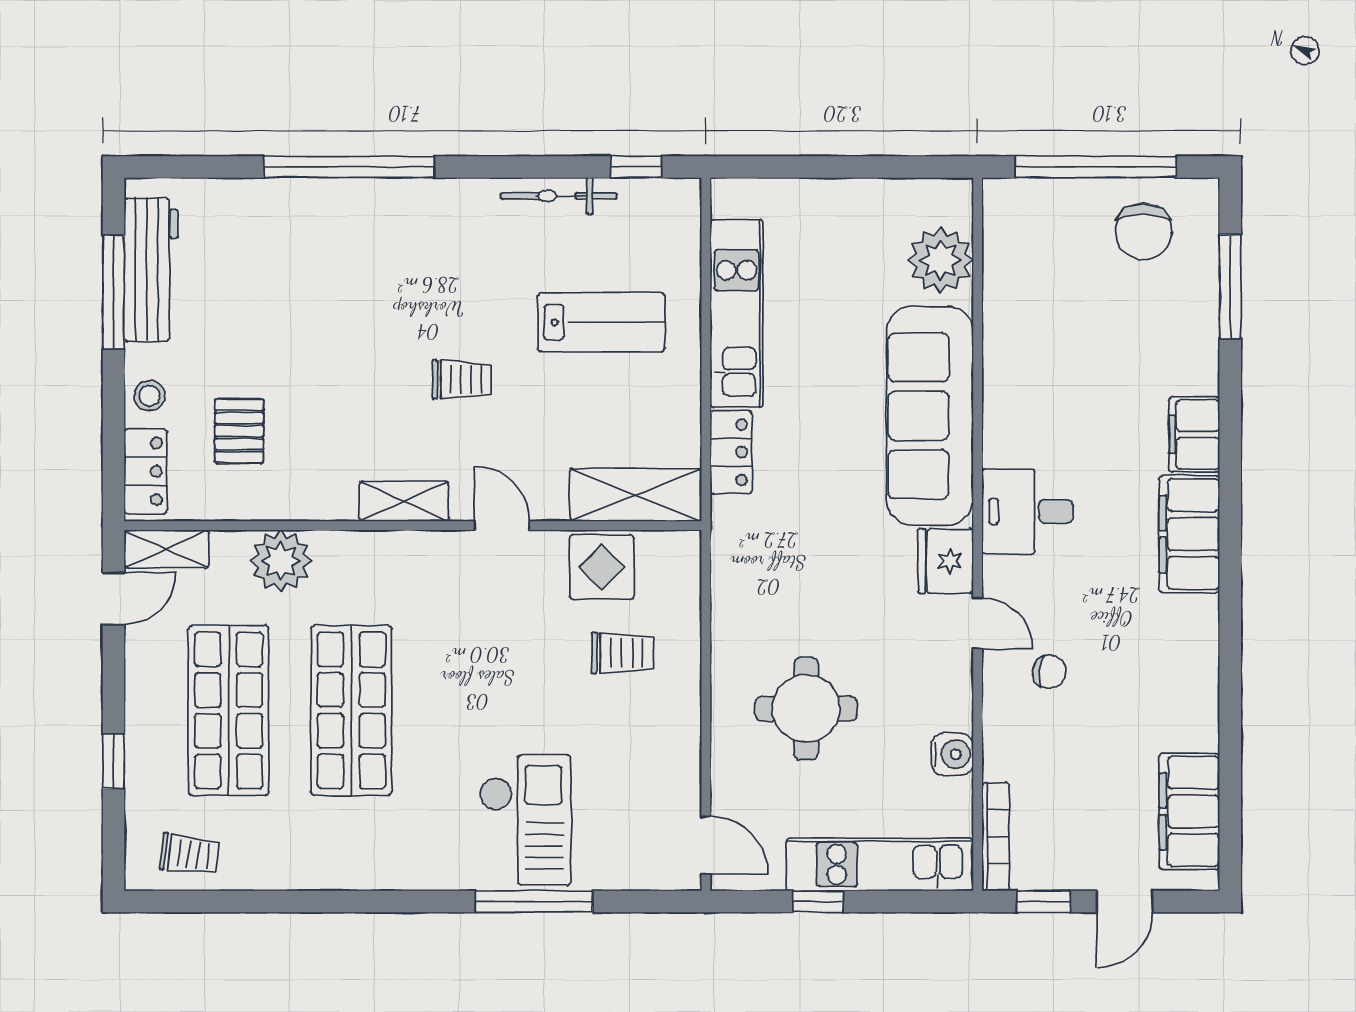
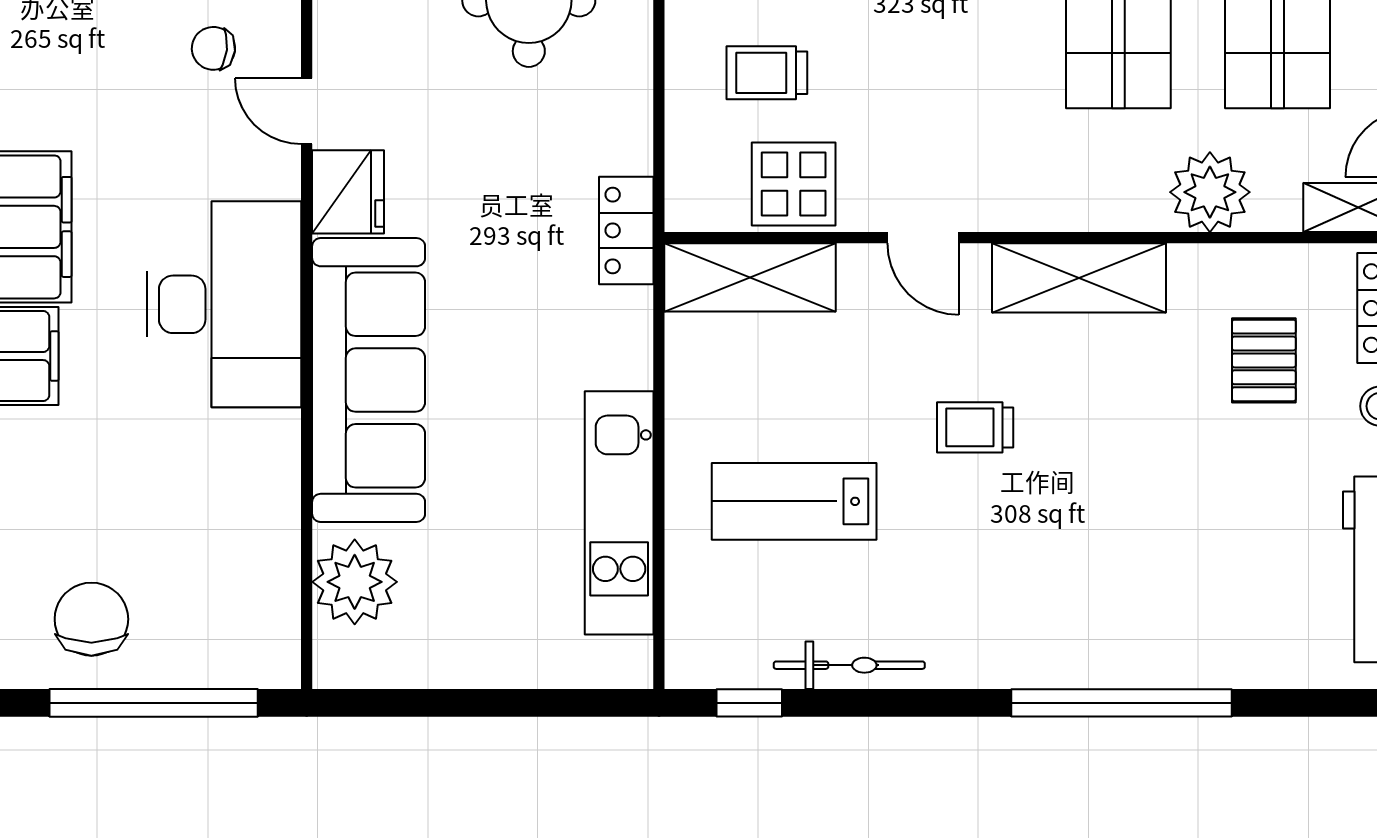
locker: (731, 452) -> (626, 230), moved
shelving: (404, 501) -> (1079, 278), width x1.50, depth x1.33
desk: (1028, 511) -> (224, 304), width x1.87, depth x1.30

